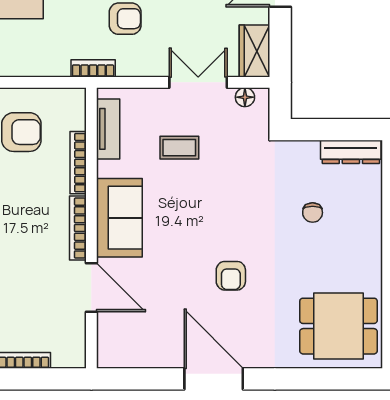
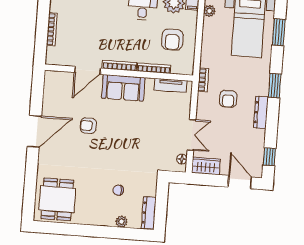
coffee table: (179, 148) -> (158, 122), removed
plant: (371, 202) -> (122, 222), added
armchair: (231, 276) -> (88, 126), moved

